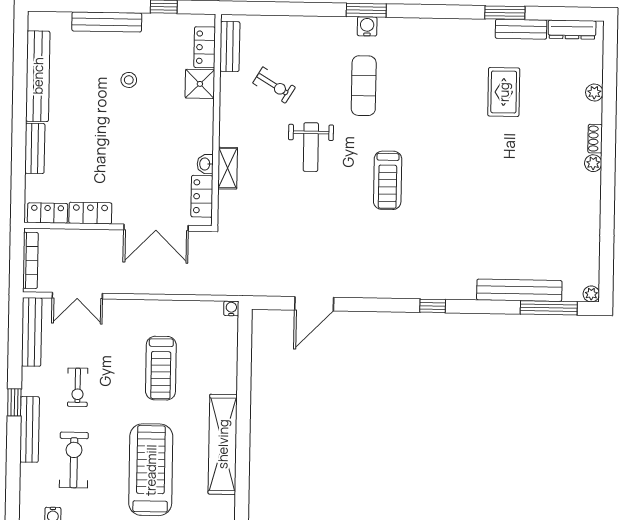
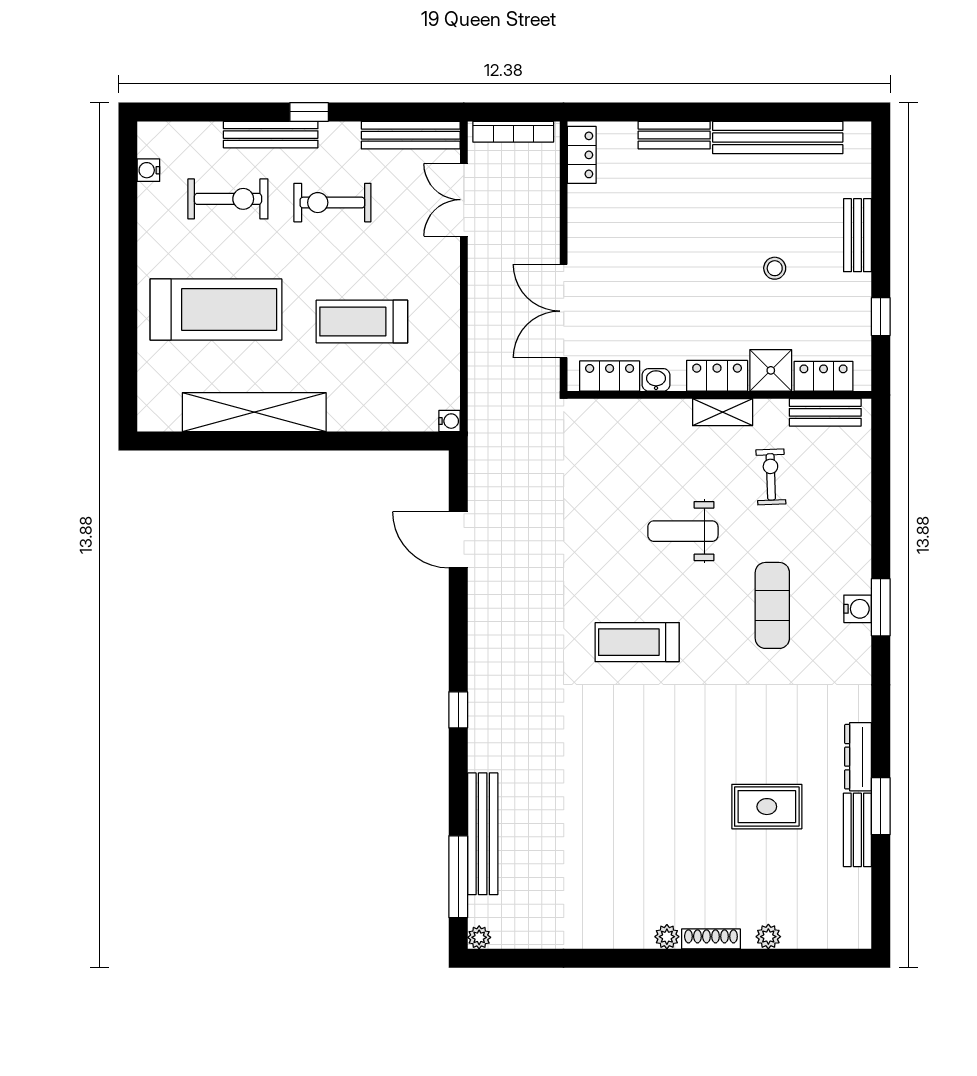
bench: (107, 22) -> (857, 235), width x0.73
dresser: (572, 30) -> (858, 757), moved
exercise bike: (274, 85) -> (771, 477), turned 147
exercise mat: (364, 86) -> (772, 605), turned 90
shoe rack: (595, 139) -> (711, 939), width x1.43
shelving: (228, 168) -> (723, 412), moved
locker: (90, 213) -> (717, 376), moved, turned -90
exercise bike: (78, 387) -> (332, 203), width x1.38, depth x1.39

